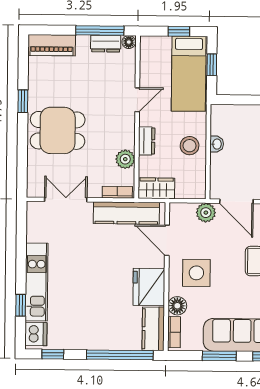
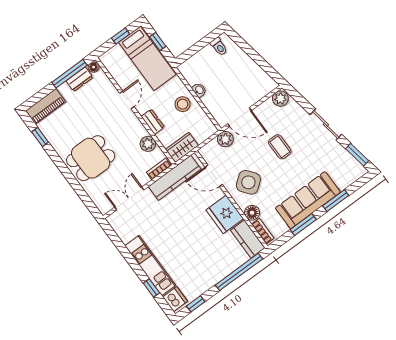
window: (23, 101) -> (40, 137), moved
side table: (196, 273) -> (248, 182), turned -38

